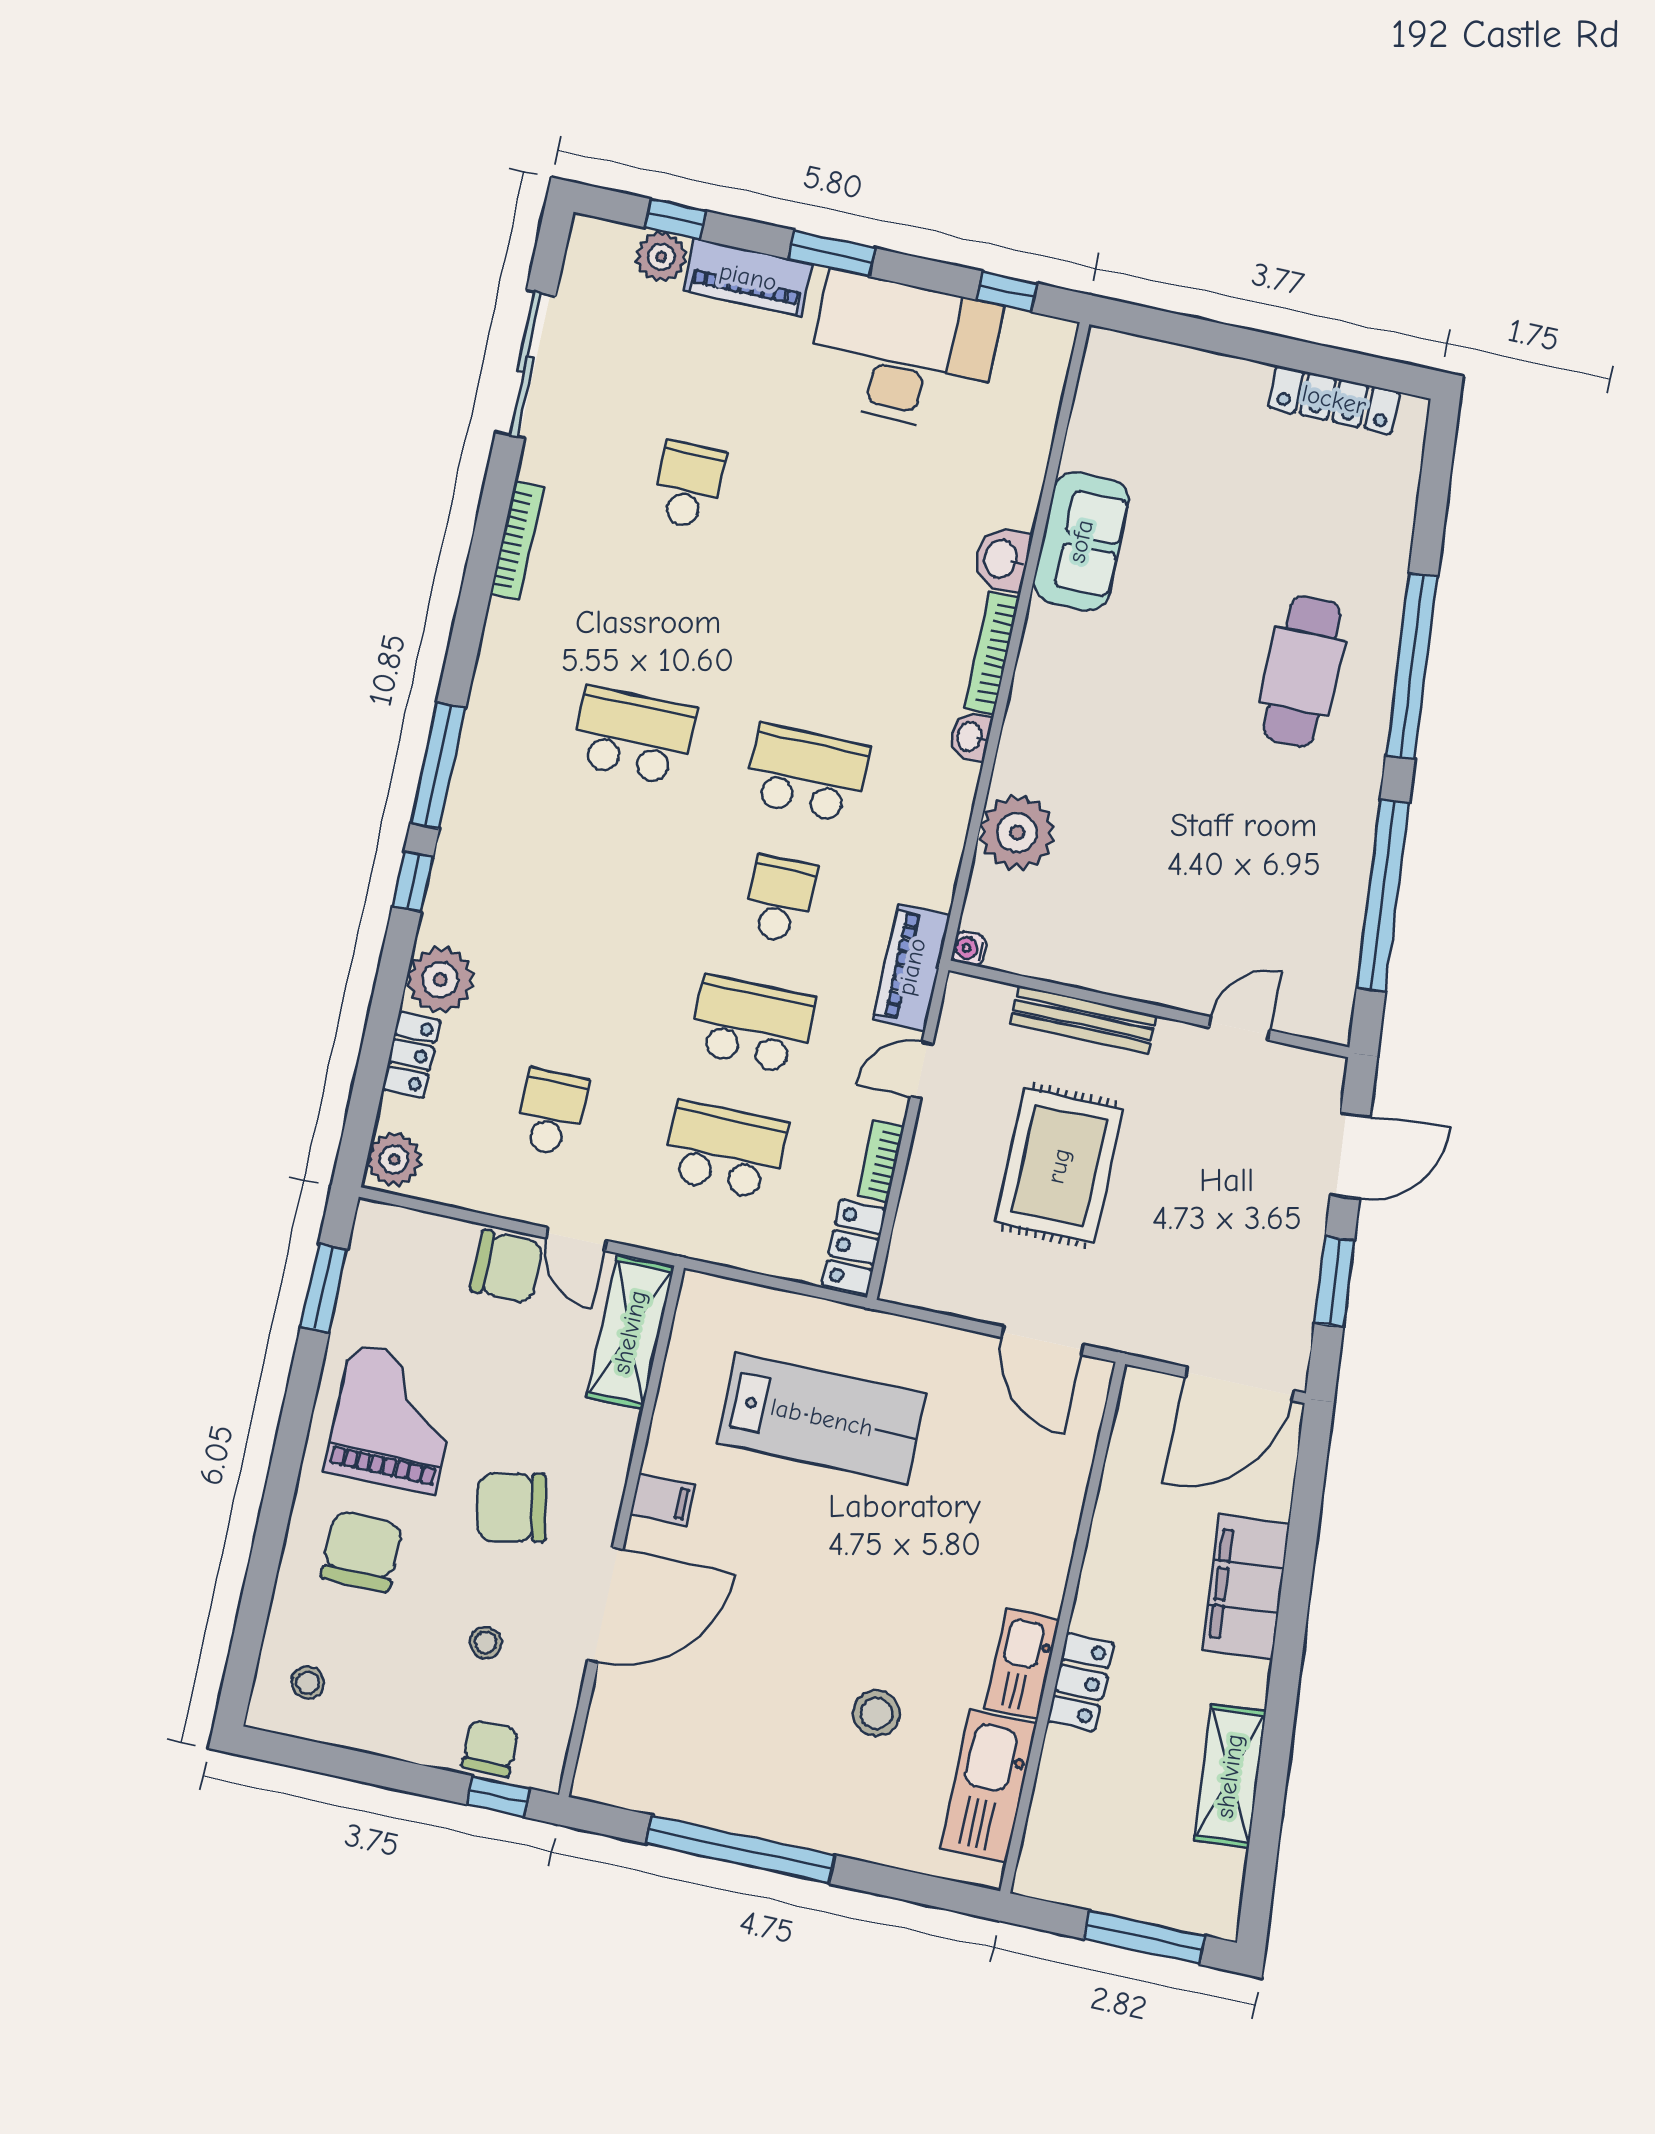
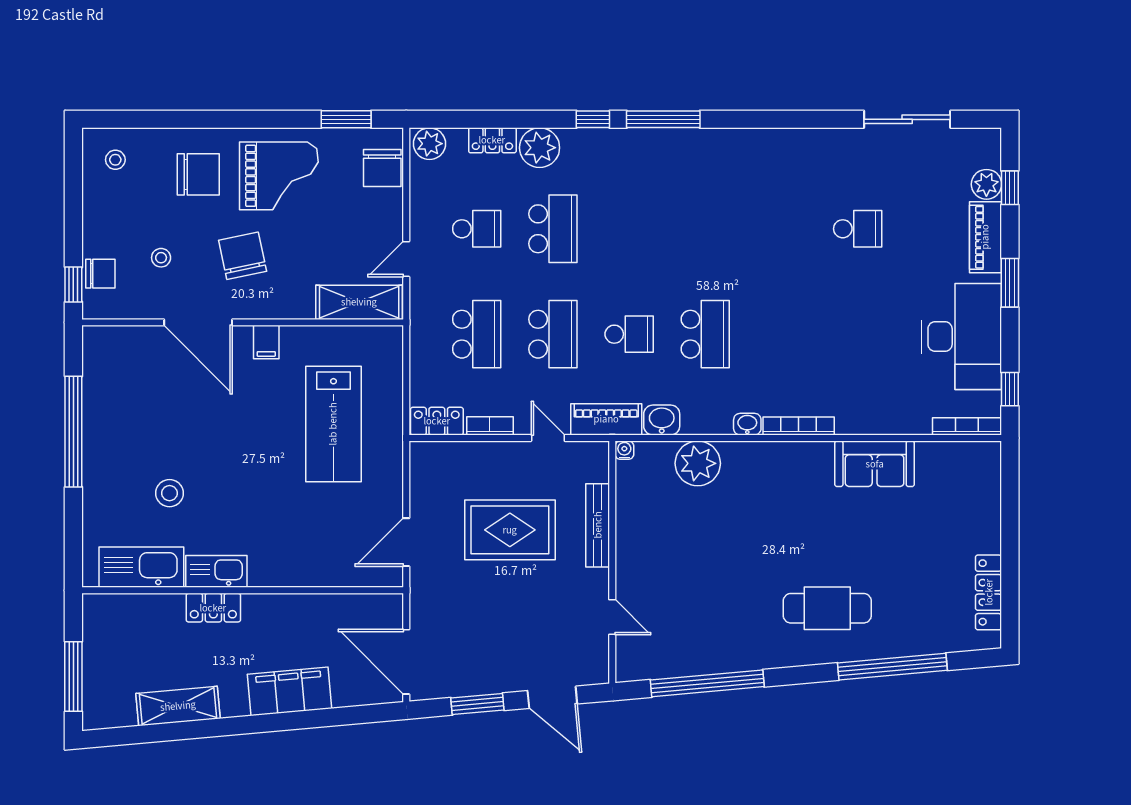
bookcase: (517, 541) -> (967, 426), moved, turned 180
washbasin: (1002, 559) -> (662, 420), moved
window: (1412, 666) -> (892, 667), moved
school desk: (633, 736) -> (553, 229), moved
chair: (506, 1267) -> (382, 168), moved

